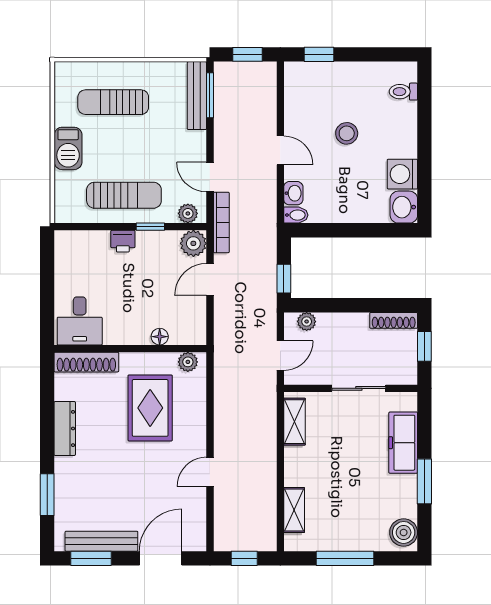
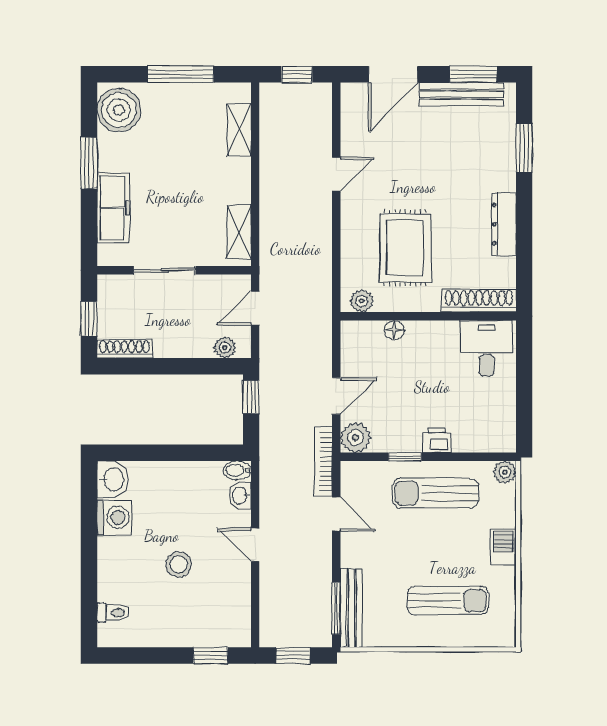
barbecue: (68, 148) -> (503, 547), width x0.73, depth x0.79
plant: (188, 213) -> (505, 472), moved
boiler: (404, 532) -> (119, 110), width x1.37, depth x1.37

